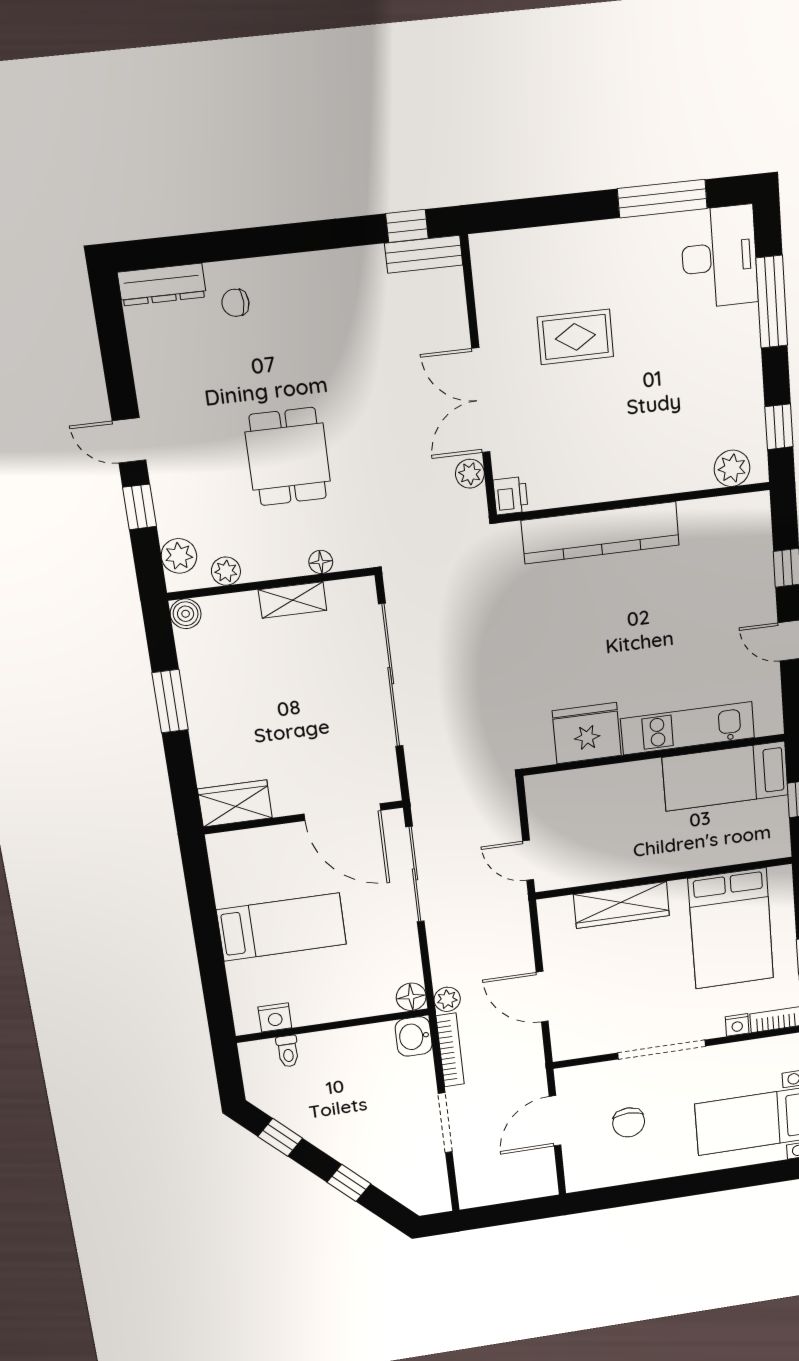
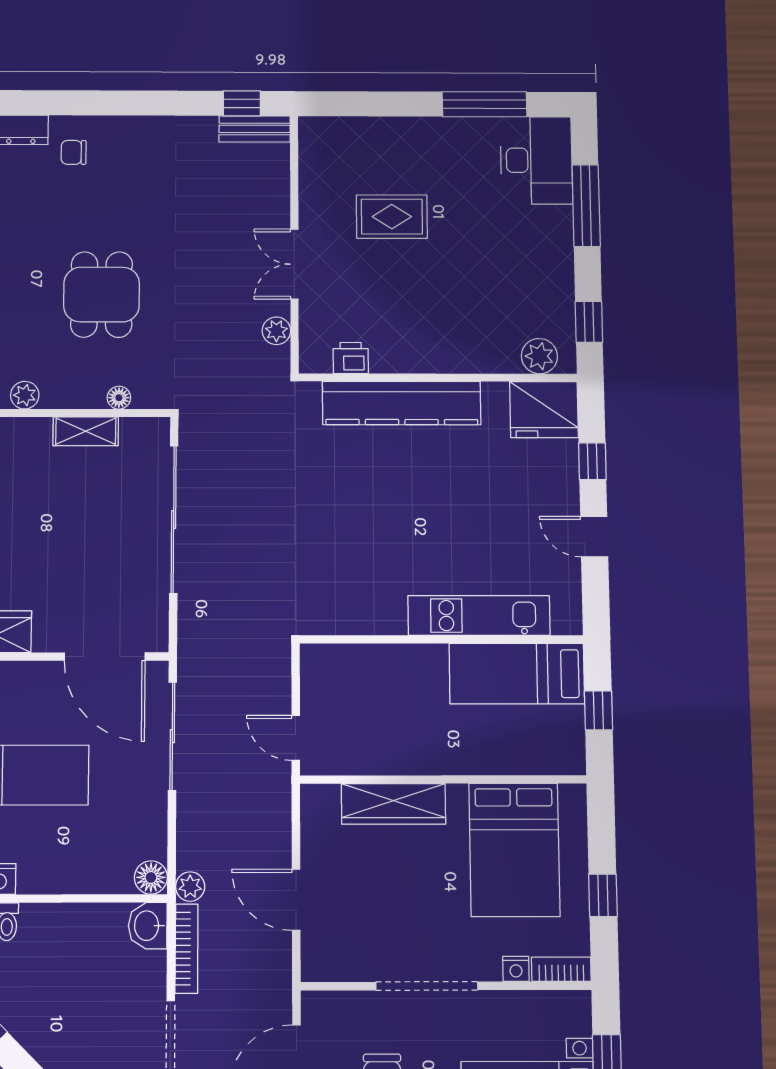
double door: (481, 400) -> (294, 264), width x0.73
printer: (511, 496) -> (351, 358), moved, turned -90
fridge: (587, 733) -> (544, 410), moved, turned 180

